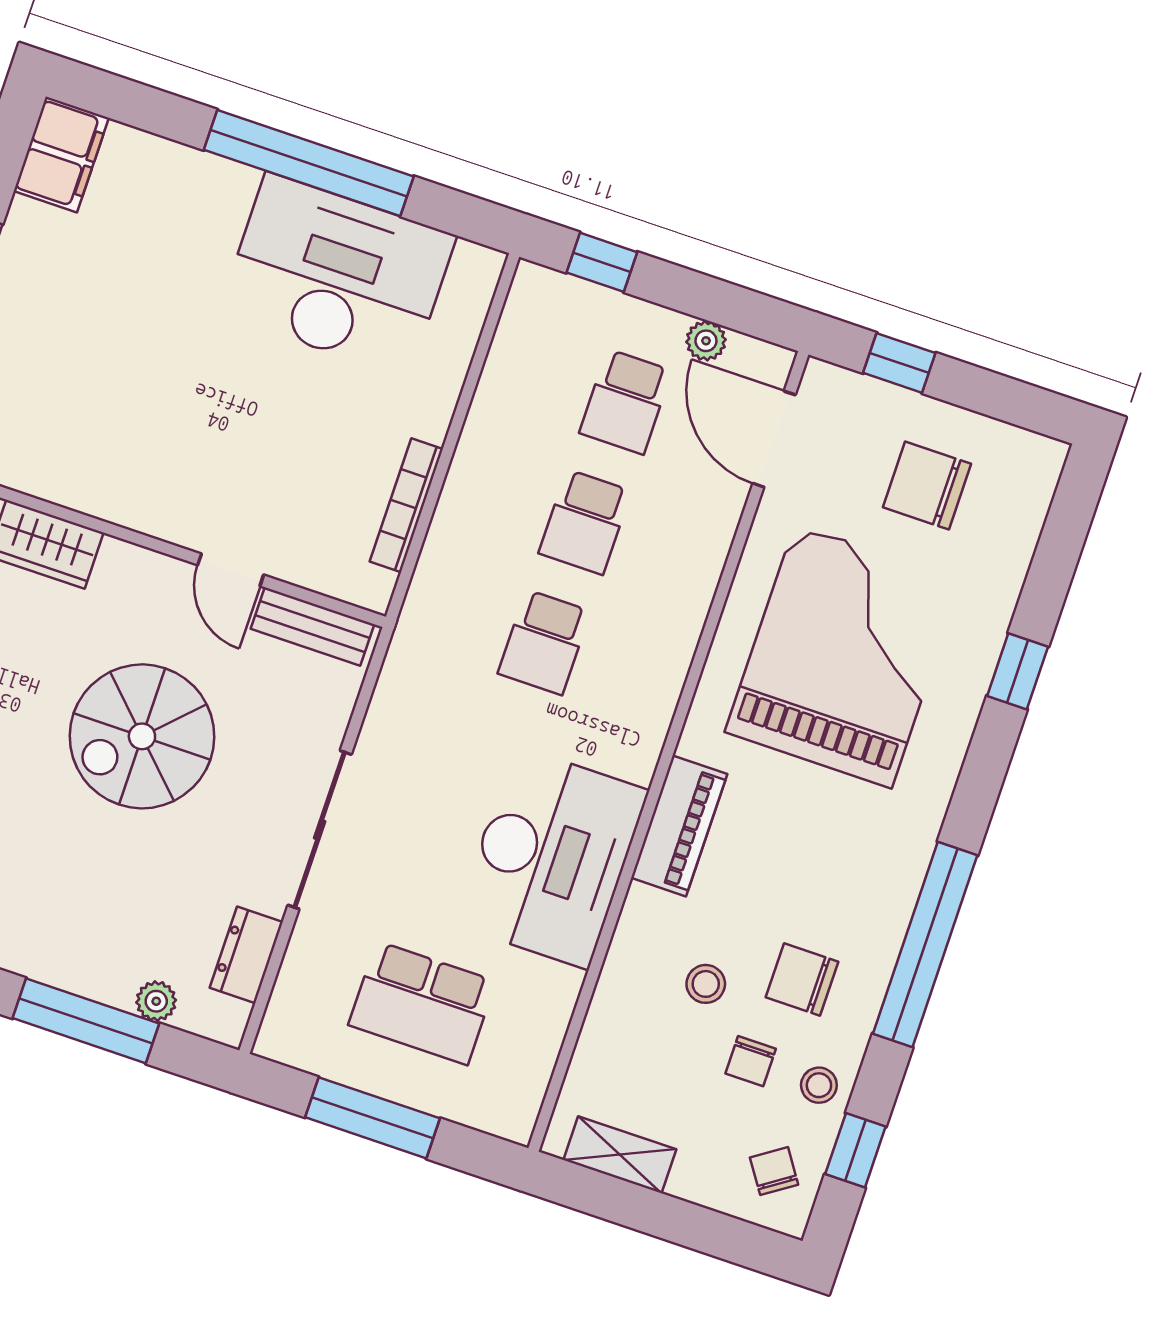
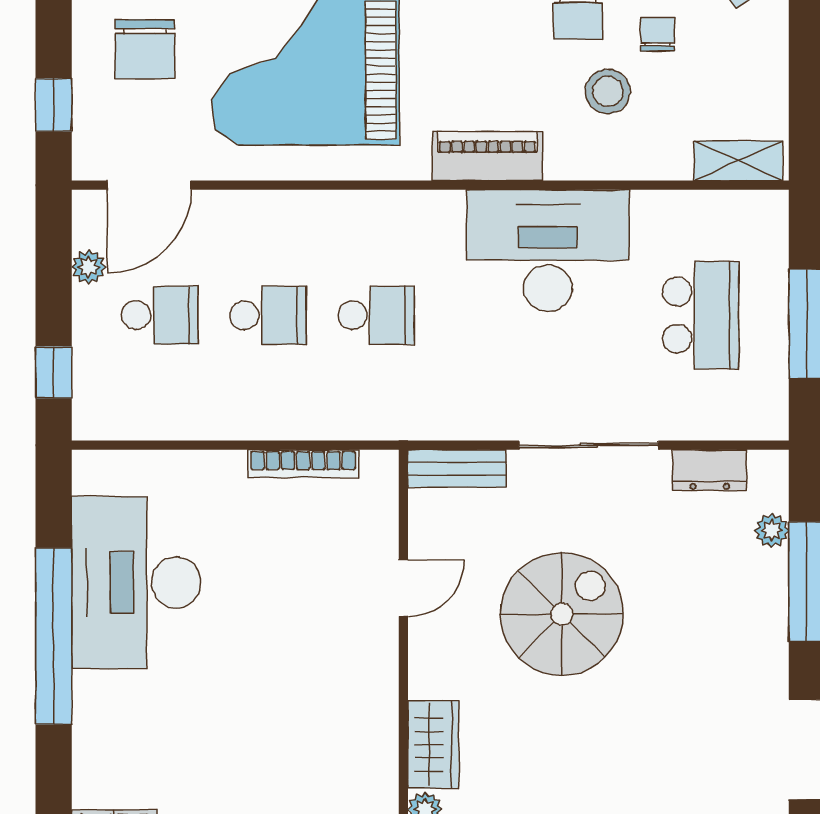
bench: (313, 626) -> (457, 468), moved, turned 90
spiral stairs: (142, 736) -> (562, 614), turned -90
stool: (706, 984) -> (608, 91), width x1.37, depth x1.37
chair: (751, 1061) -> (658, 34), turned -90
shelving: (620, 1155) -> (738, 161), moved, turned 90

